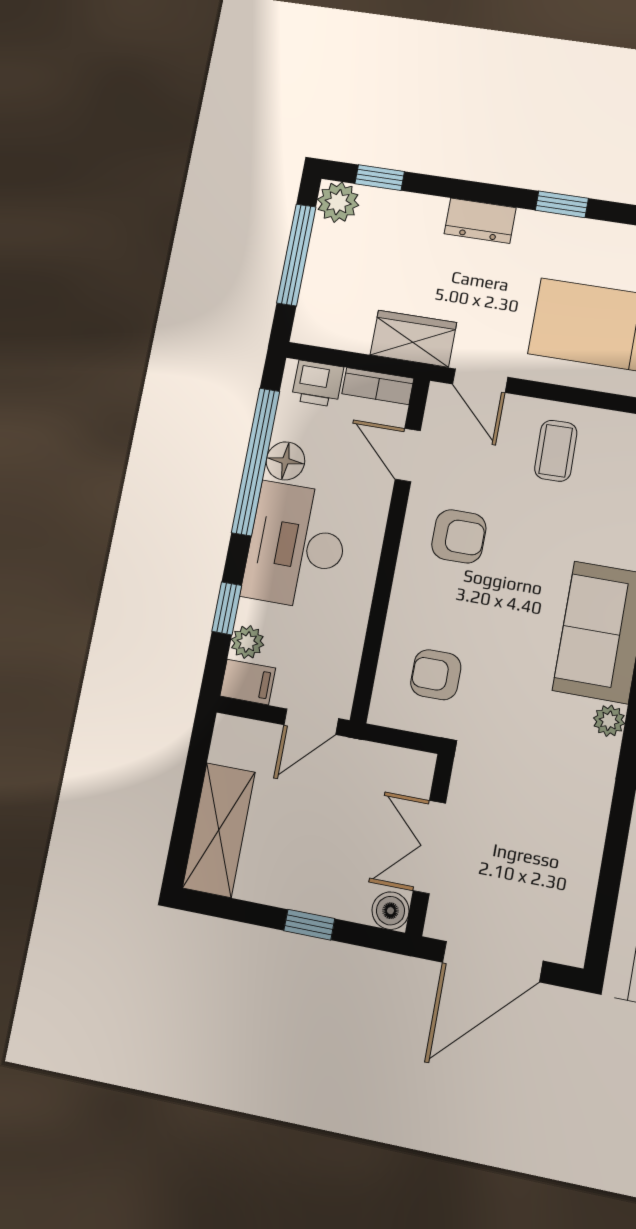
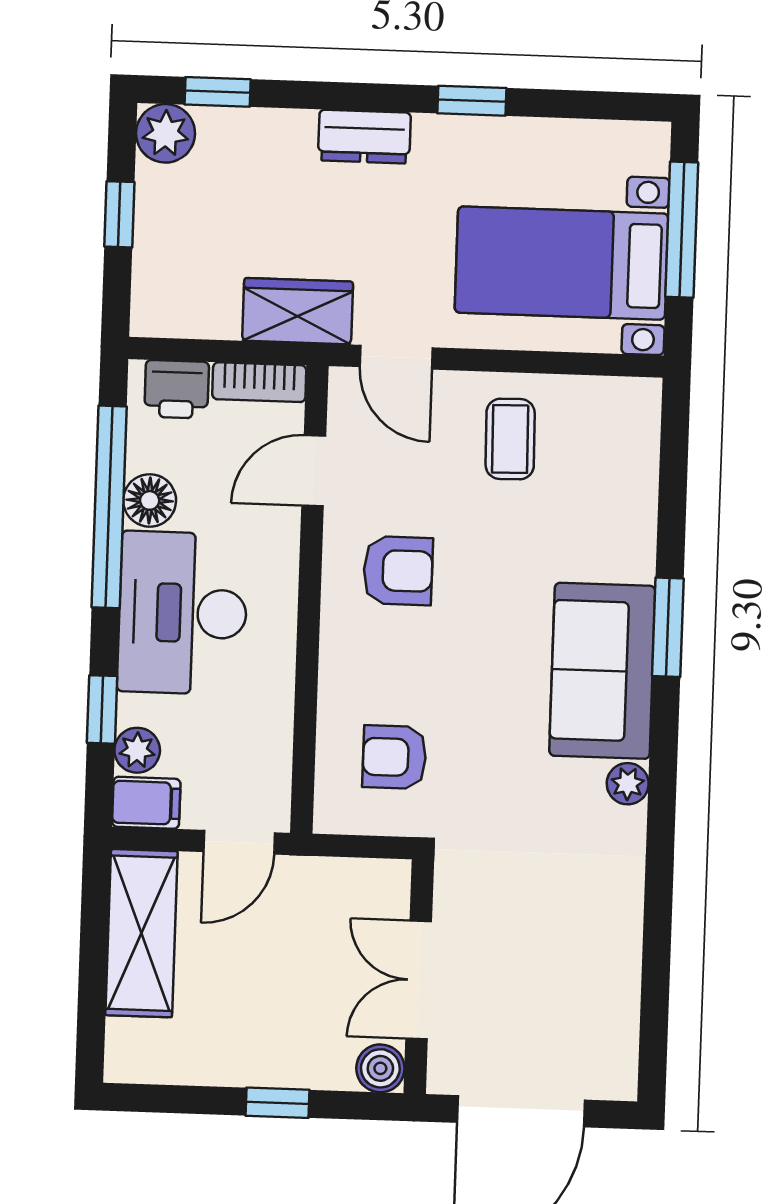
window: (296, 255) -> (119, 214), width x0.46
door: (408, 455) -> (314, 471), hinge flipped
shelving: (219, 830) -> (141, 933), moved

